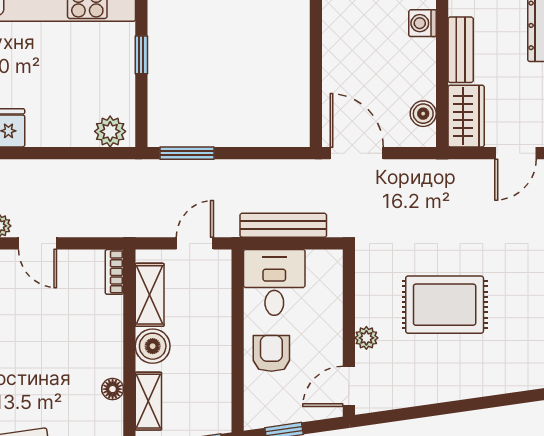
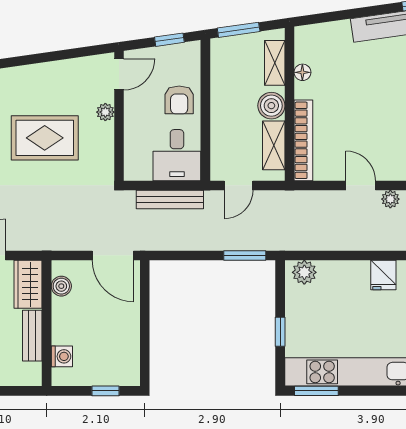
bookcase: (114, 272) -> (303, 140), width x2.31, depth x1.31

